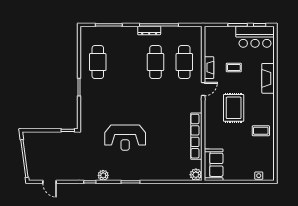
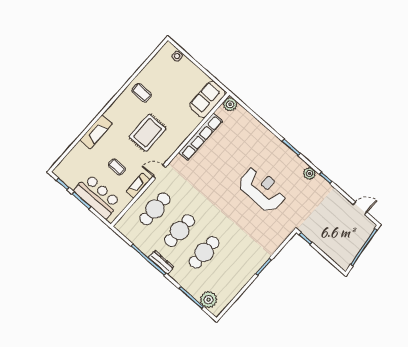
plant: (96, 33) -> (209, 300), added
bar counter: (255, 37) -> (97, 196), moved
cafe table: (98, 62) -> (204, 252), moved
door: (50, 182) -> (360, 208), hinge flipped

